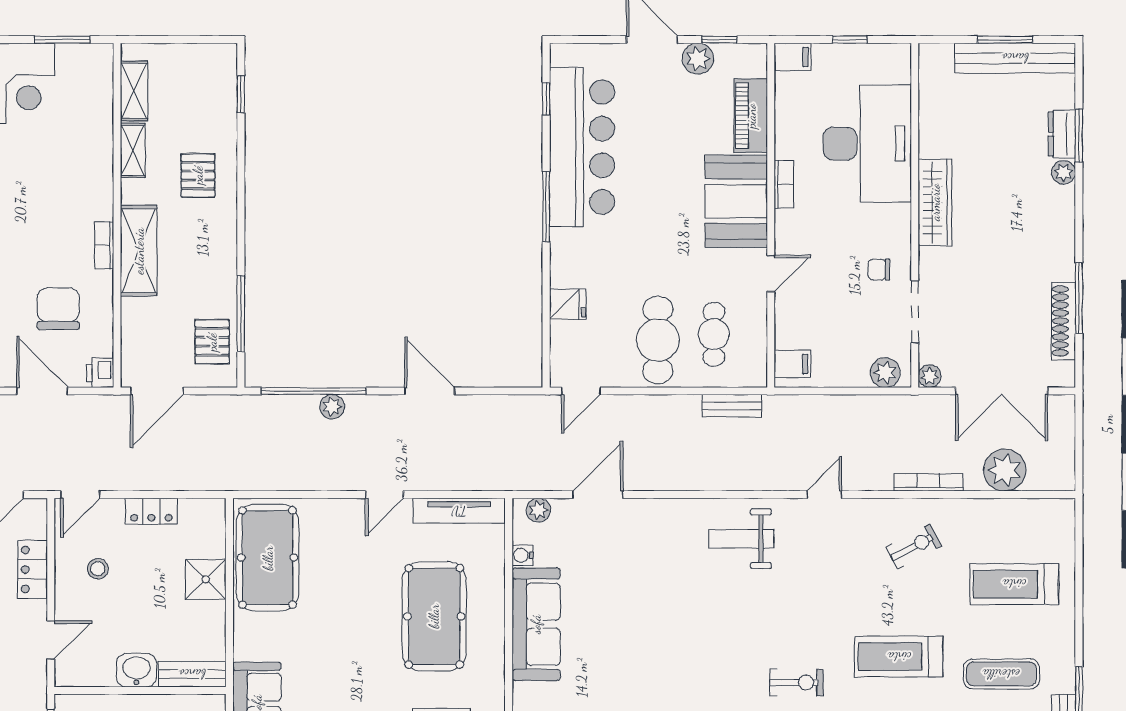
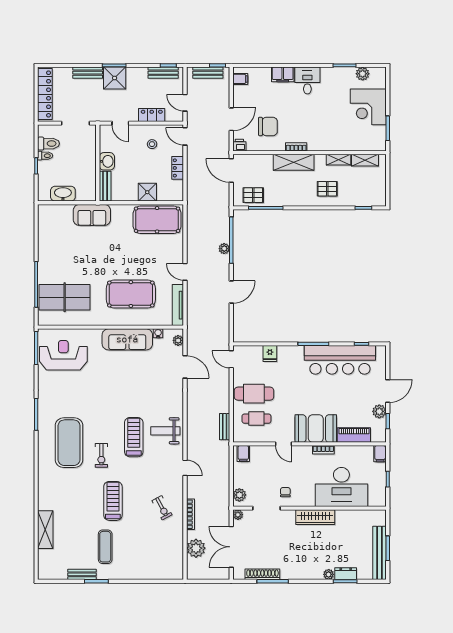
weight bench: (741, 539) -> (165, 431), turned -90
treadmill: (1014, 584) -> (134, 437), moved

